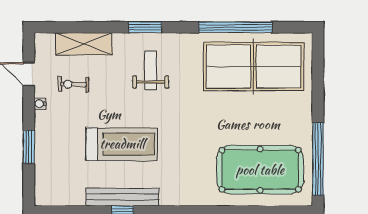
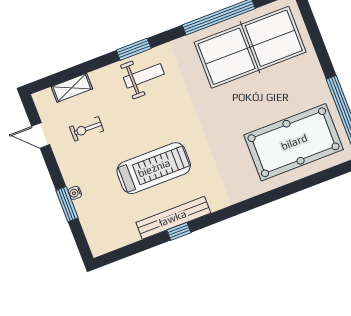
shelving: (84, 44) -> (72, 88), width x0.67, depth x0.75
weight bench: (151, 70) -> (144, 76), moved, turned 90
water cooler: (40, 104) -> (75, 193), moved

